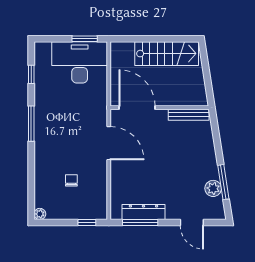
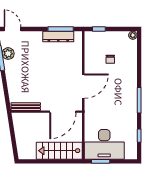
stairs: (167, 54) -> (59, 151), moved
door: (137, 108) -> (63, 112), hinge flipped
door: (109, 143) -> (83, 86), swing flipped
door: (192, 223) -> (13, 29), moved

